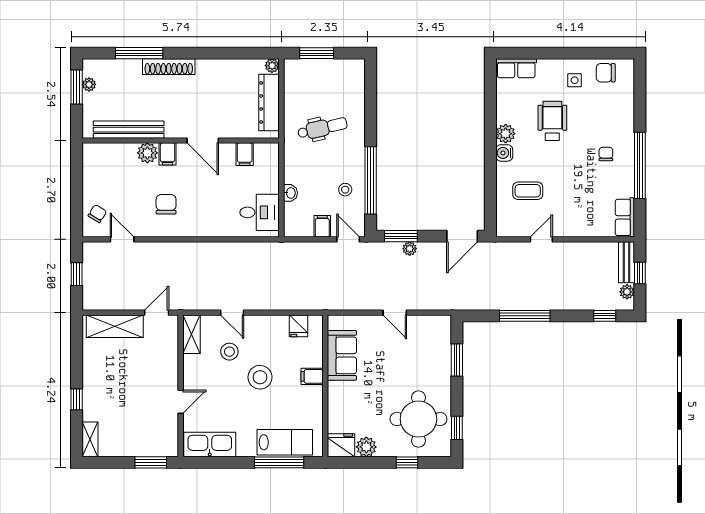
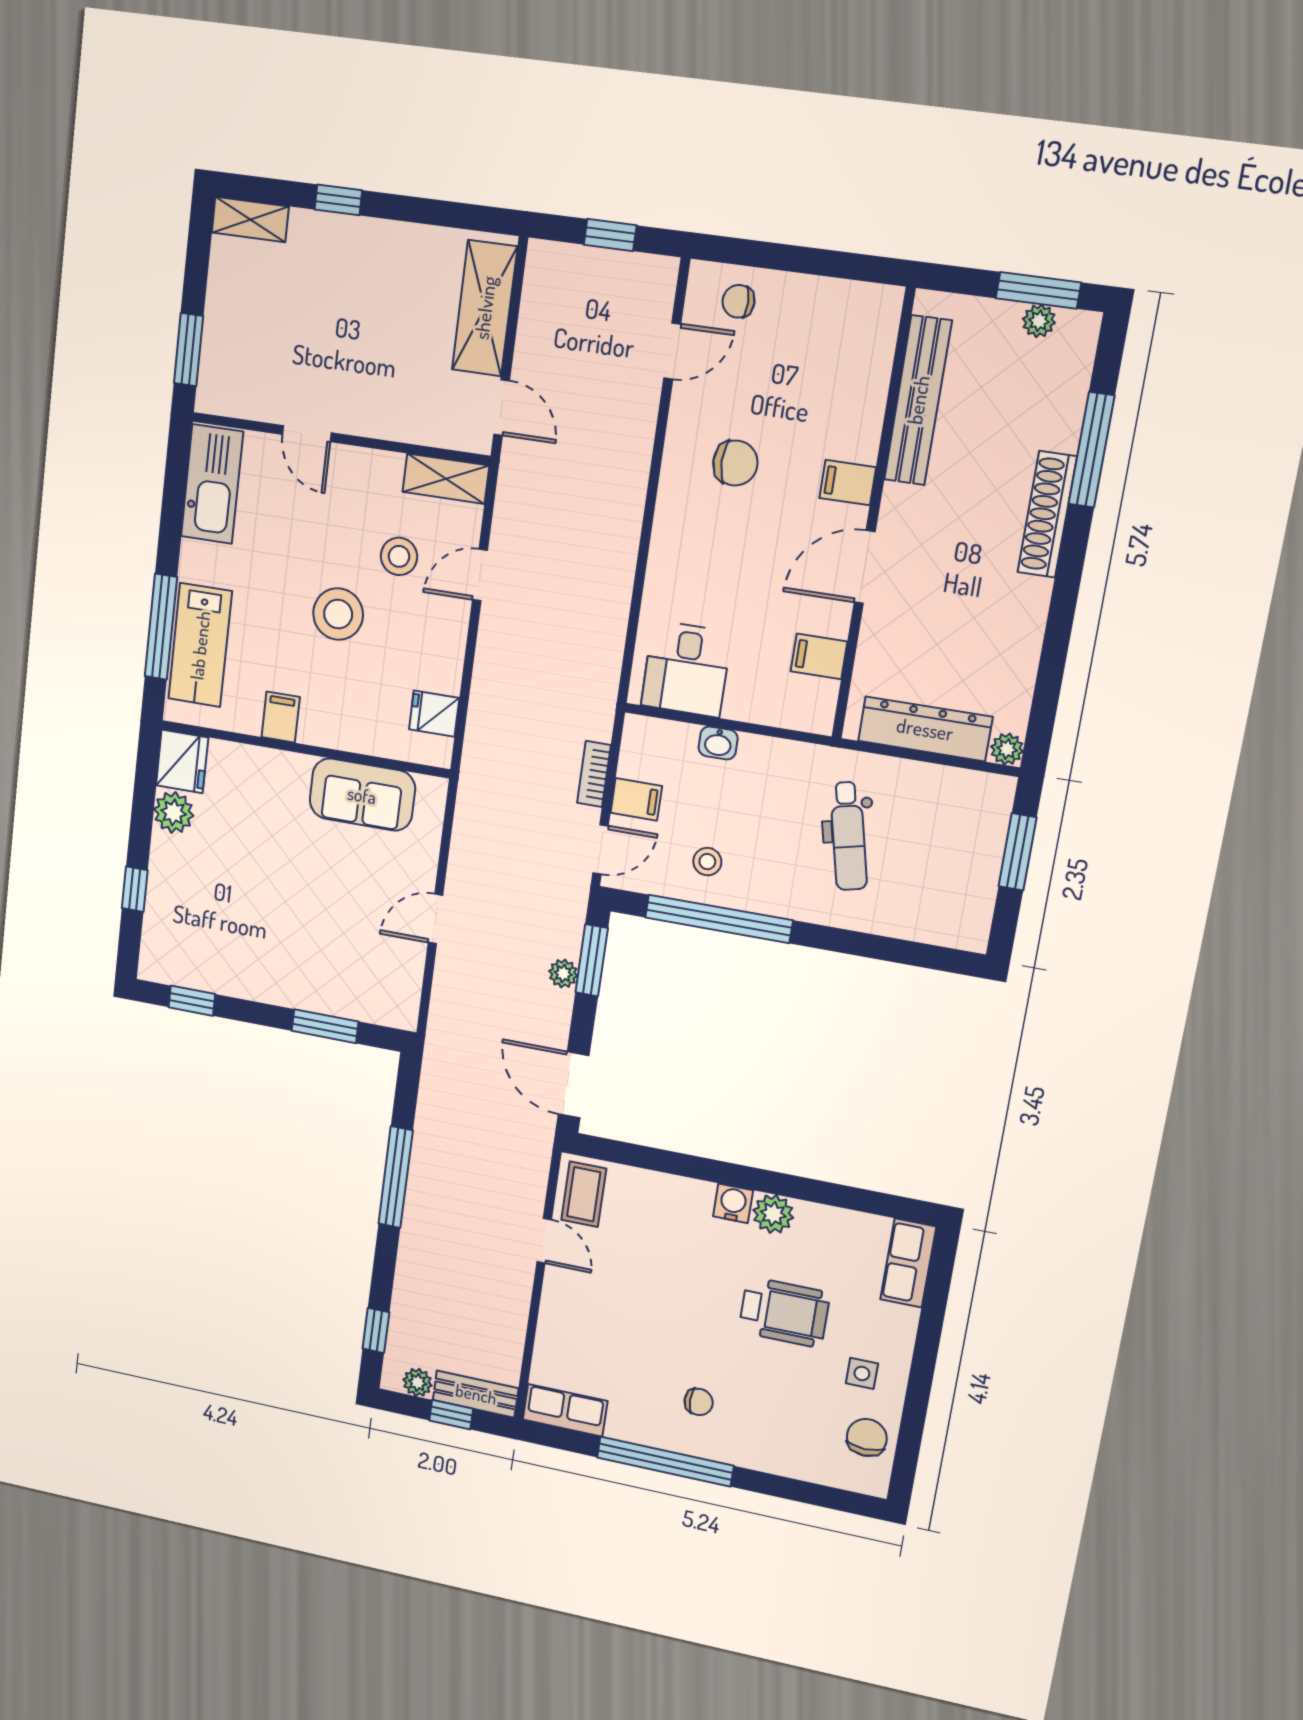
plant: (147, 153) -> (857, 437), removed
coffee table: (528, 191) -> (584, 1194), moved
chair: (97, 214) -> (738, 301), turned 148
bookcase: (314, 247) -> (594, 774), added
filing cabinet: (312, 376) -> (281, 717), moved
round table: (418, 419) -> (217, 928), removed

